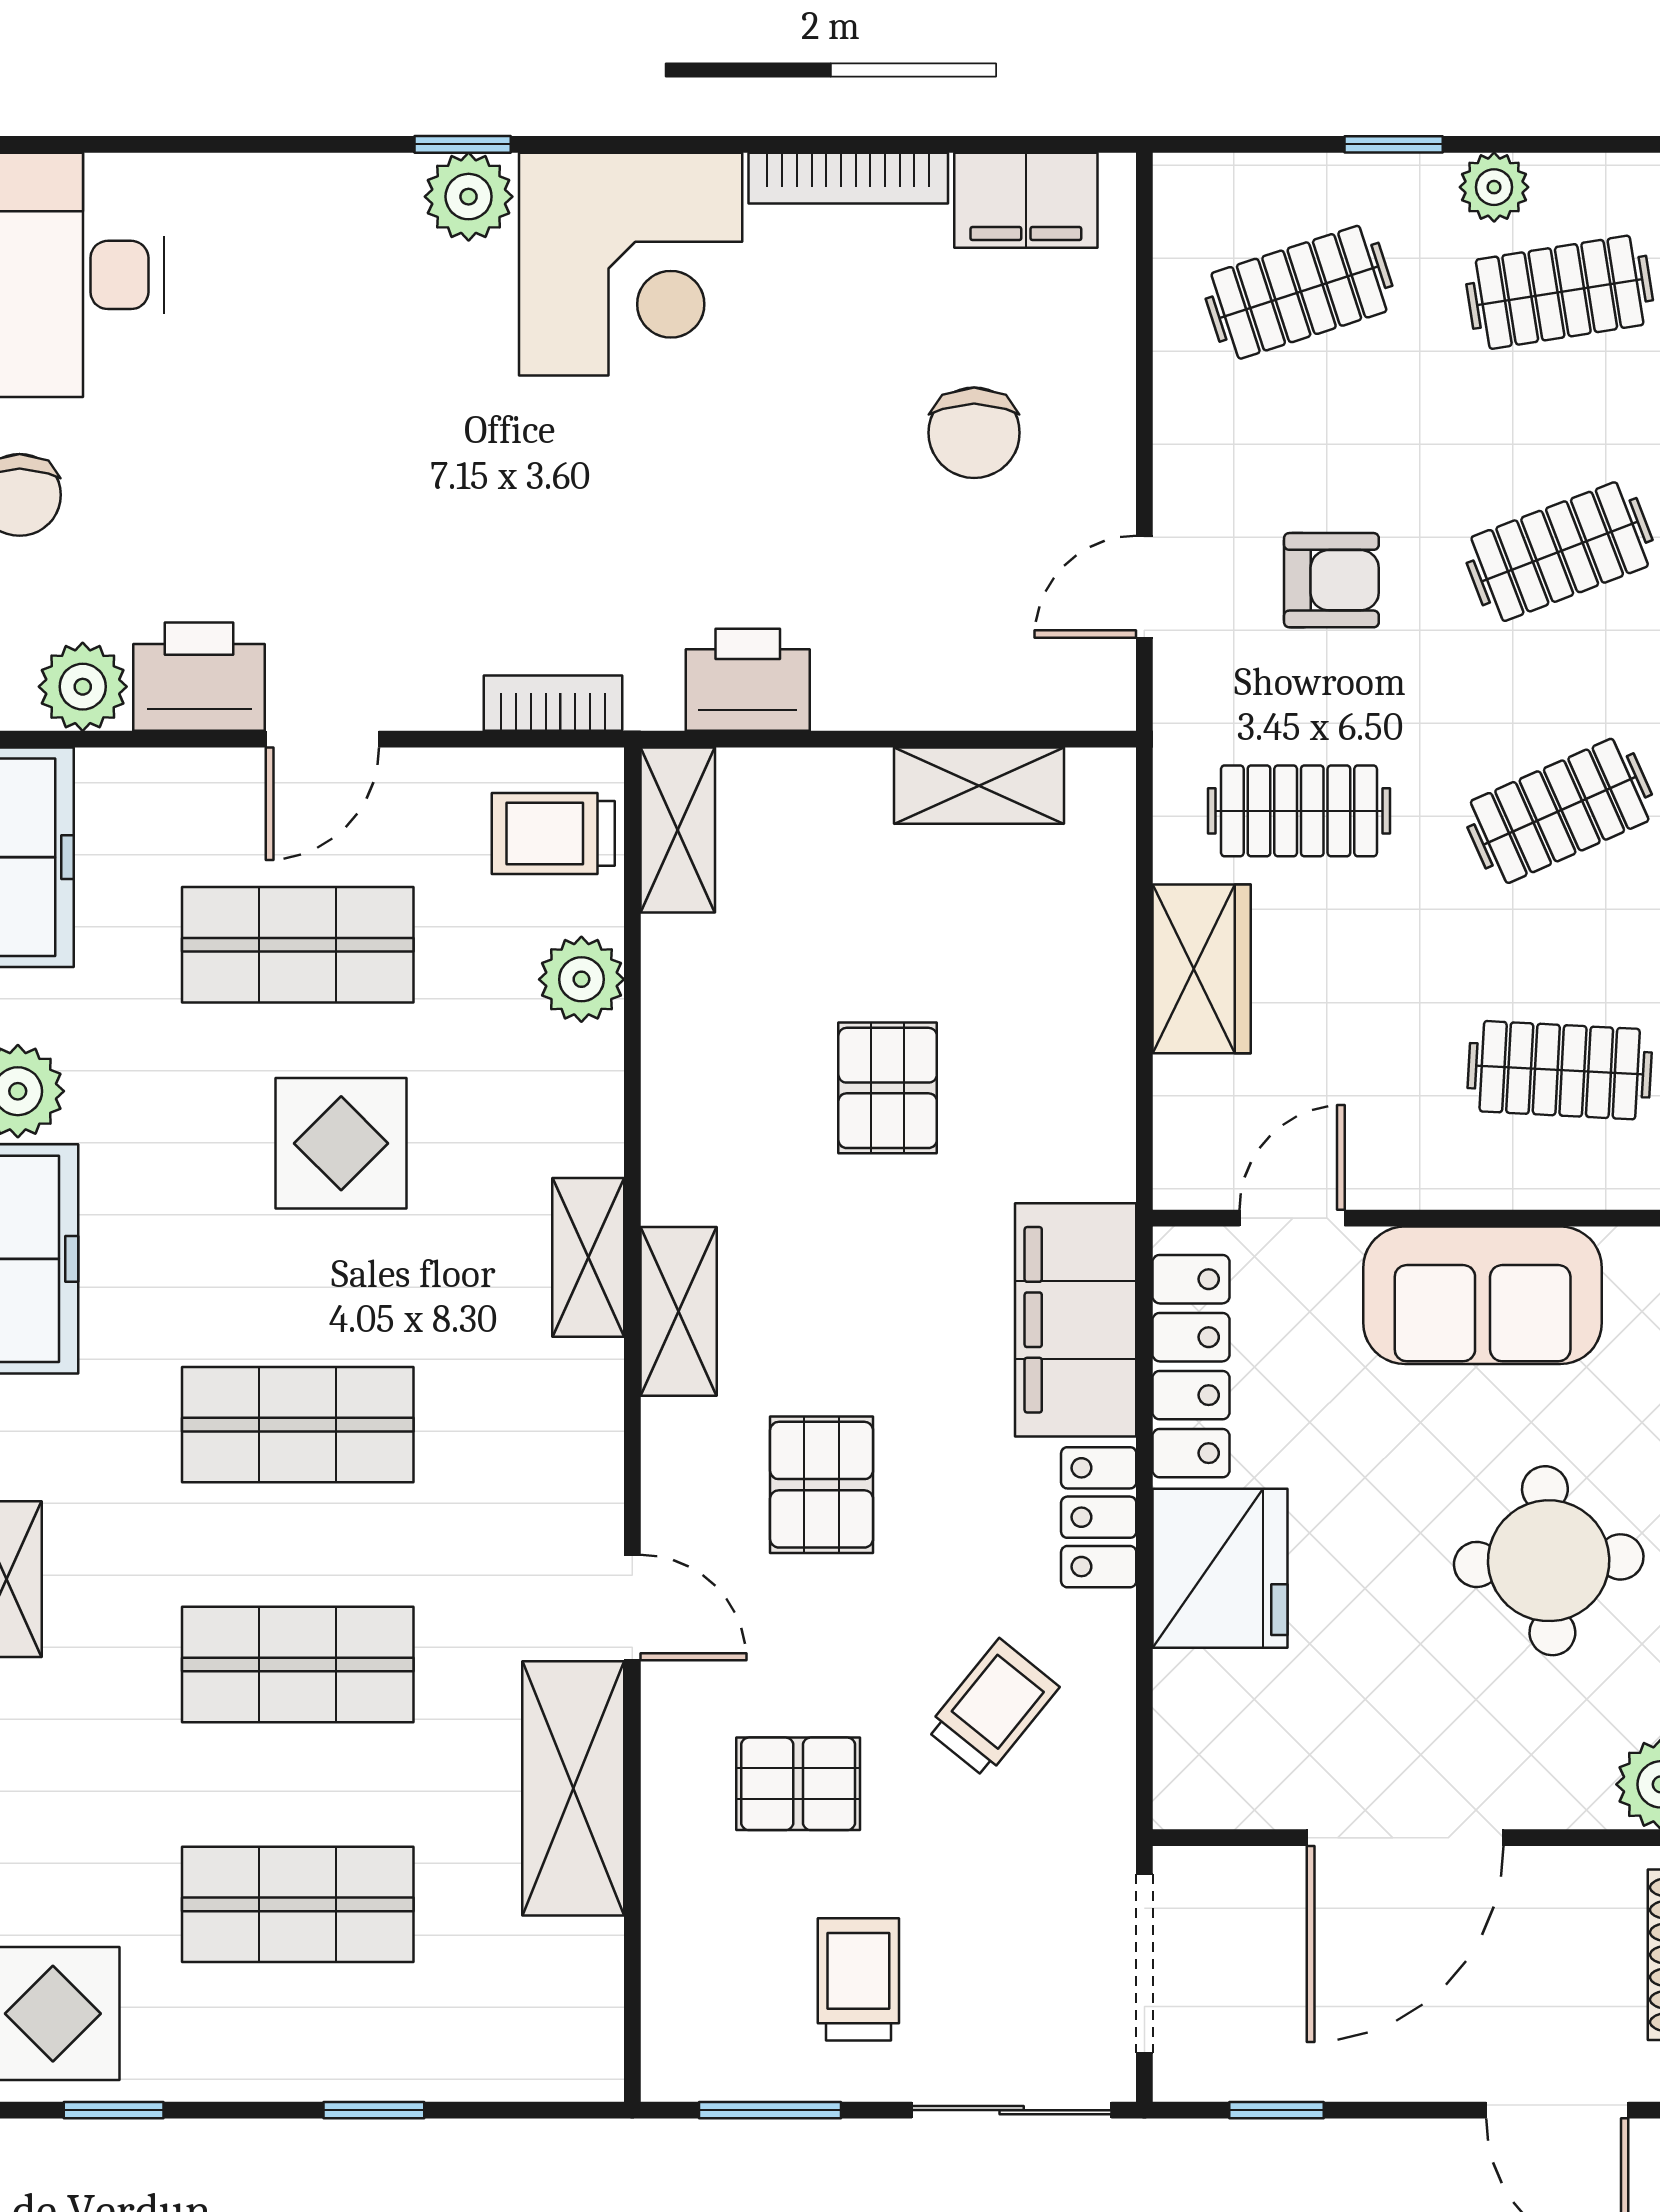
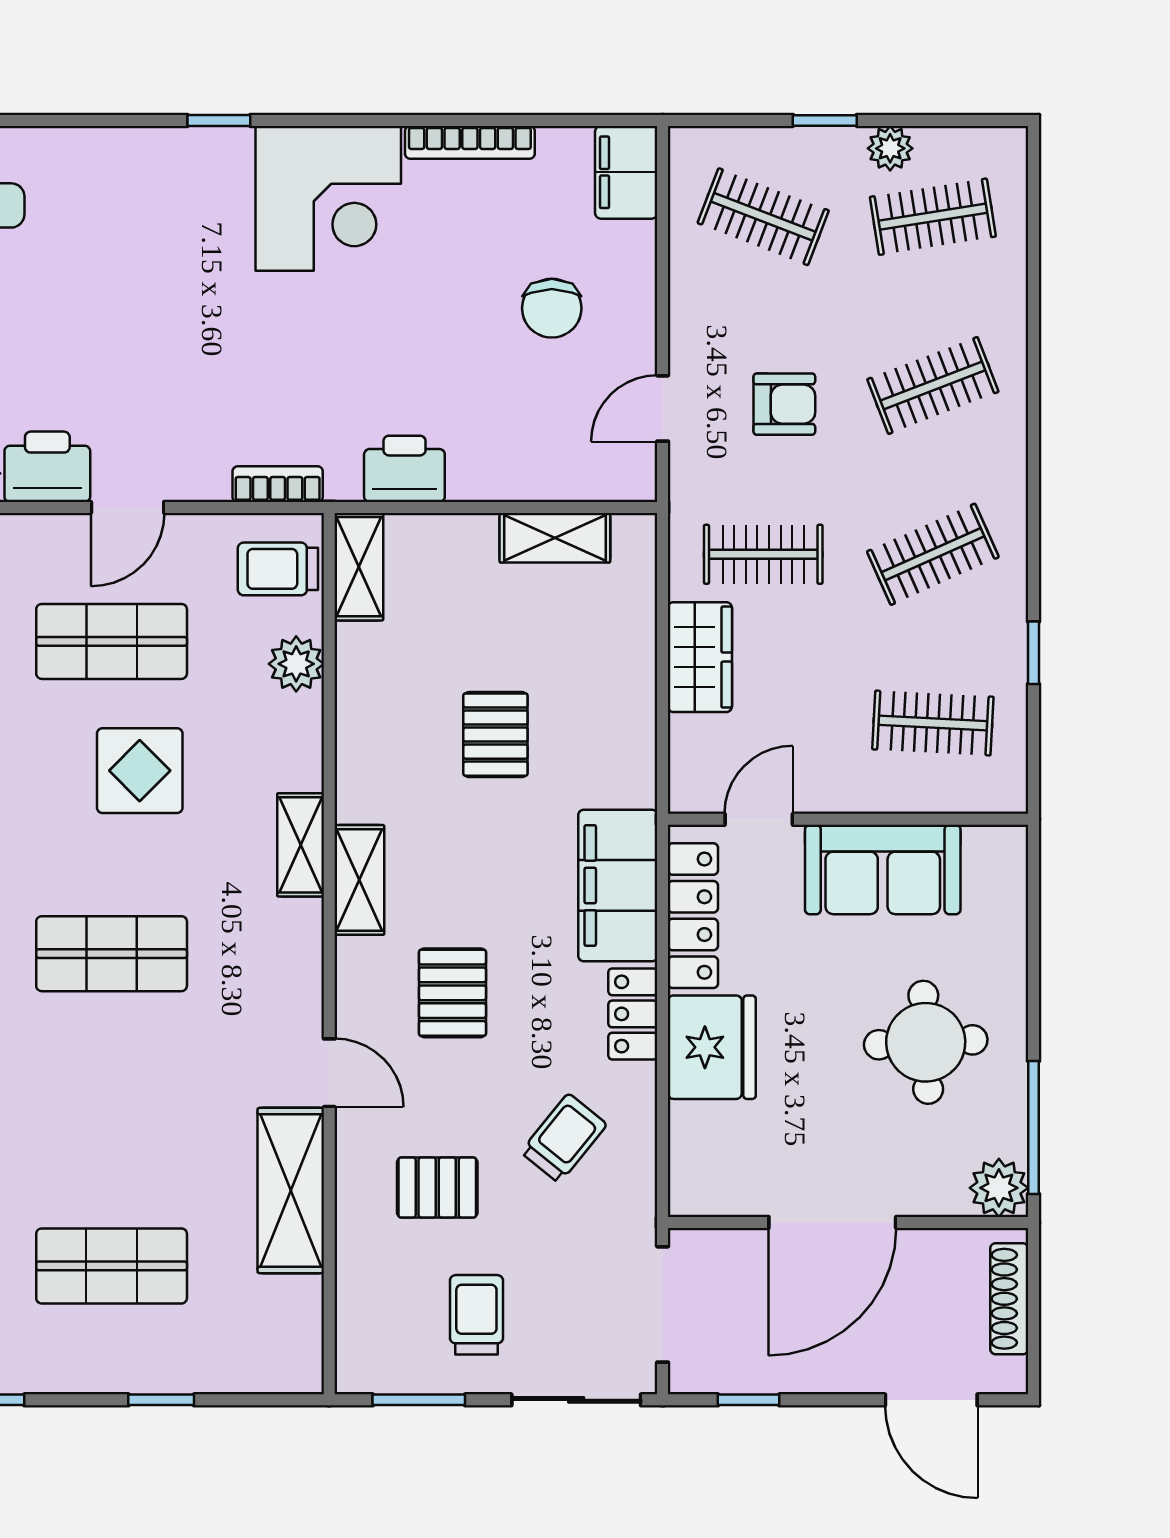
plant: (469, 197) -> (223, 154), removed
filing cabinet: (1026, 200) -> (626, 172), moved, turned 90
clothes rail: (1299, 292) -> (763, 217), turned 39
shop shelf: (298, 1664) -> (112, 1110), removed

